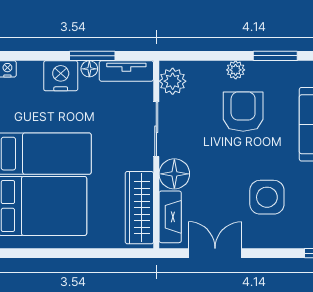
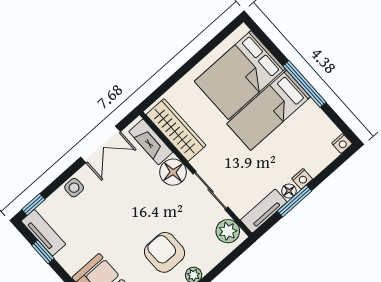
nightstand: (61, 76) -> (302, 179), width x0.53, depth x0.56
armchair: (243, 112) -> (164, 252), turned 180
side table: (267, 197) -> (74, 188), moved, width x0.54, depth x0.54

